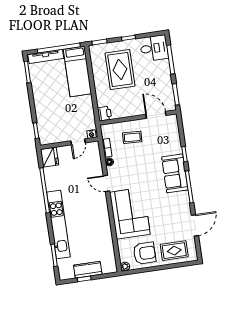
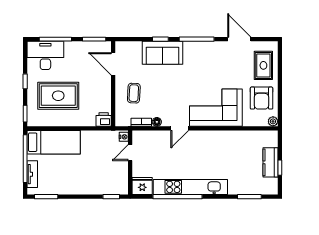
desk: (154, 48) -> (45, 55), width x1.37
tv unit: (46, 56) -> (32, 174), width x0.71
door: (156, 115) -> (113, 64), hinge flipped
door: (78, 142) -> (130, 153), swing flipped
sofa: (175, 173) -> (162, 53), moved
kitchen unit: (59, 225) -> (190, 187), moved
armchair: (145, 253) -> (262, 98), turned 180

